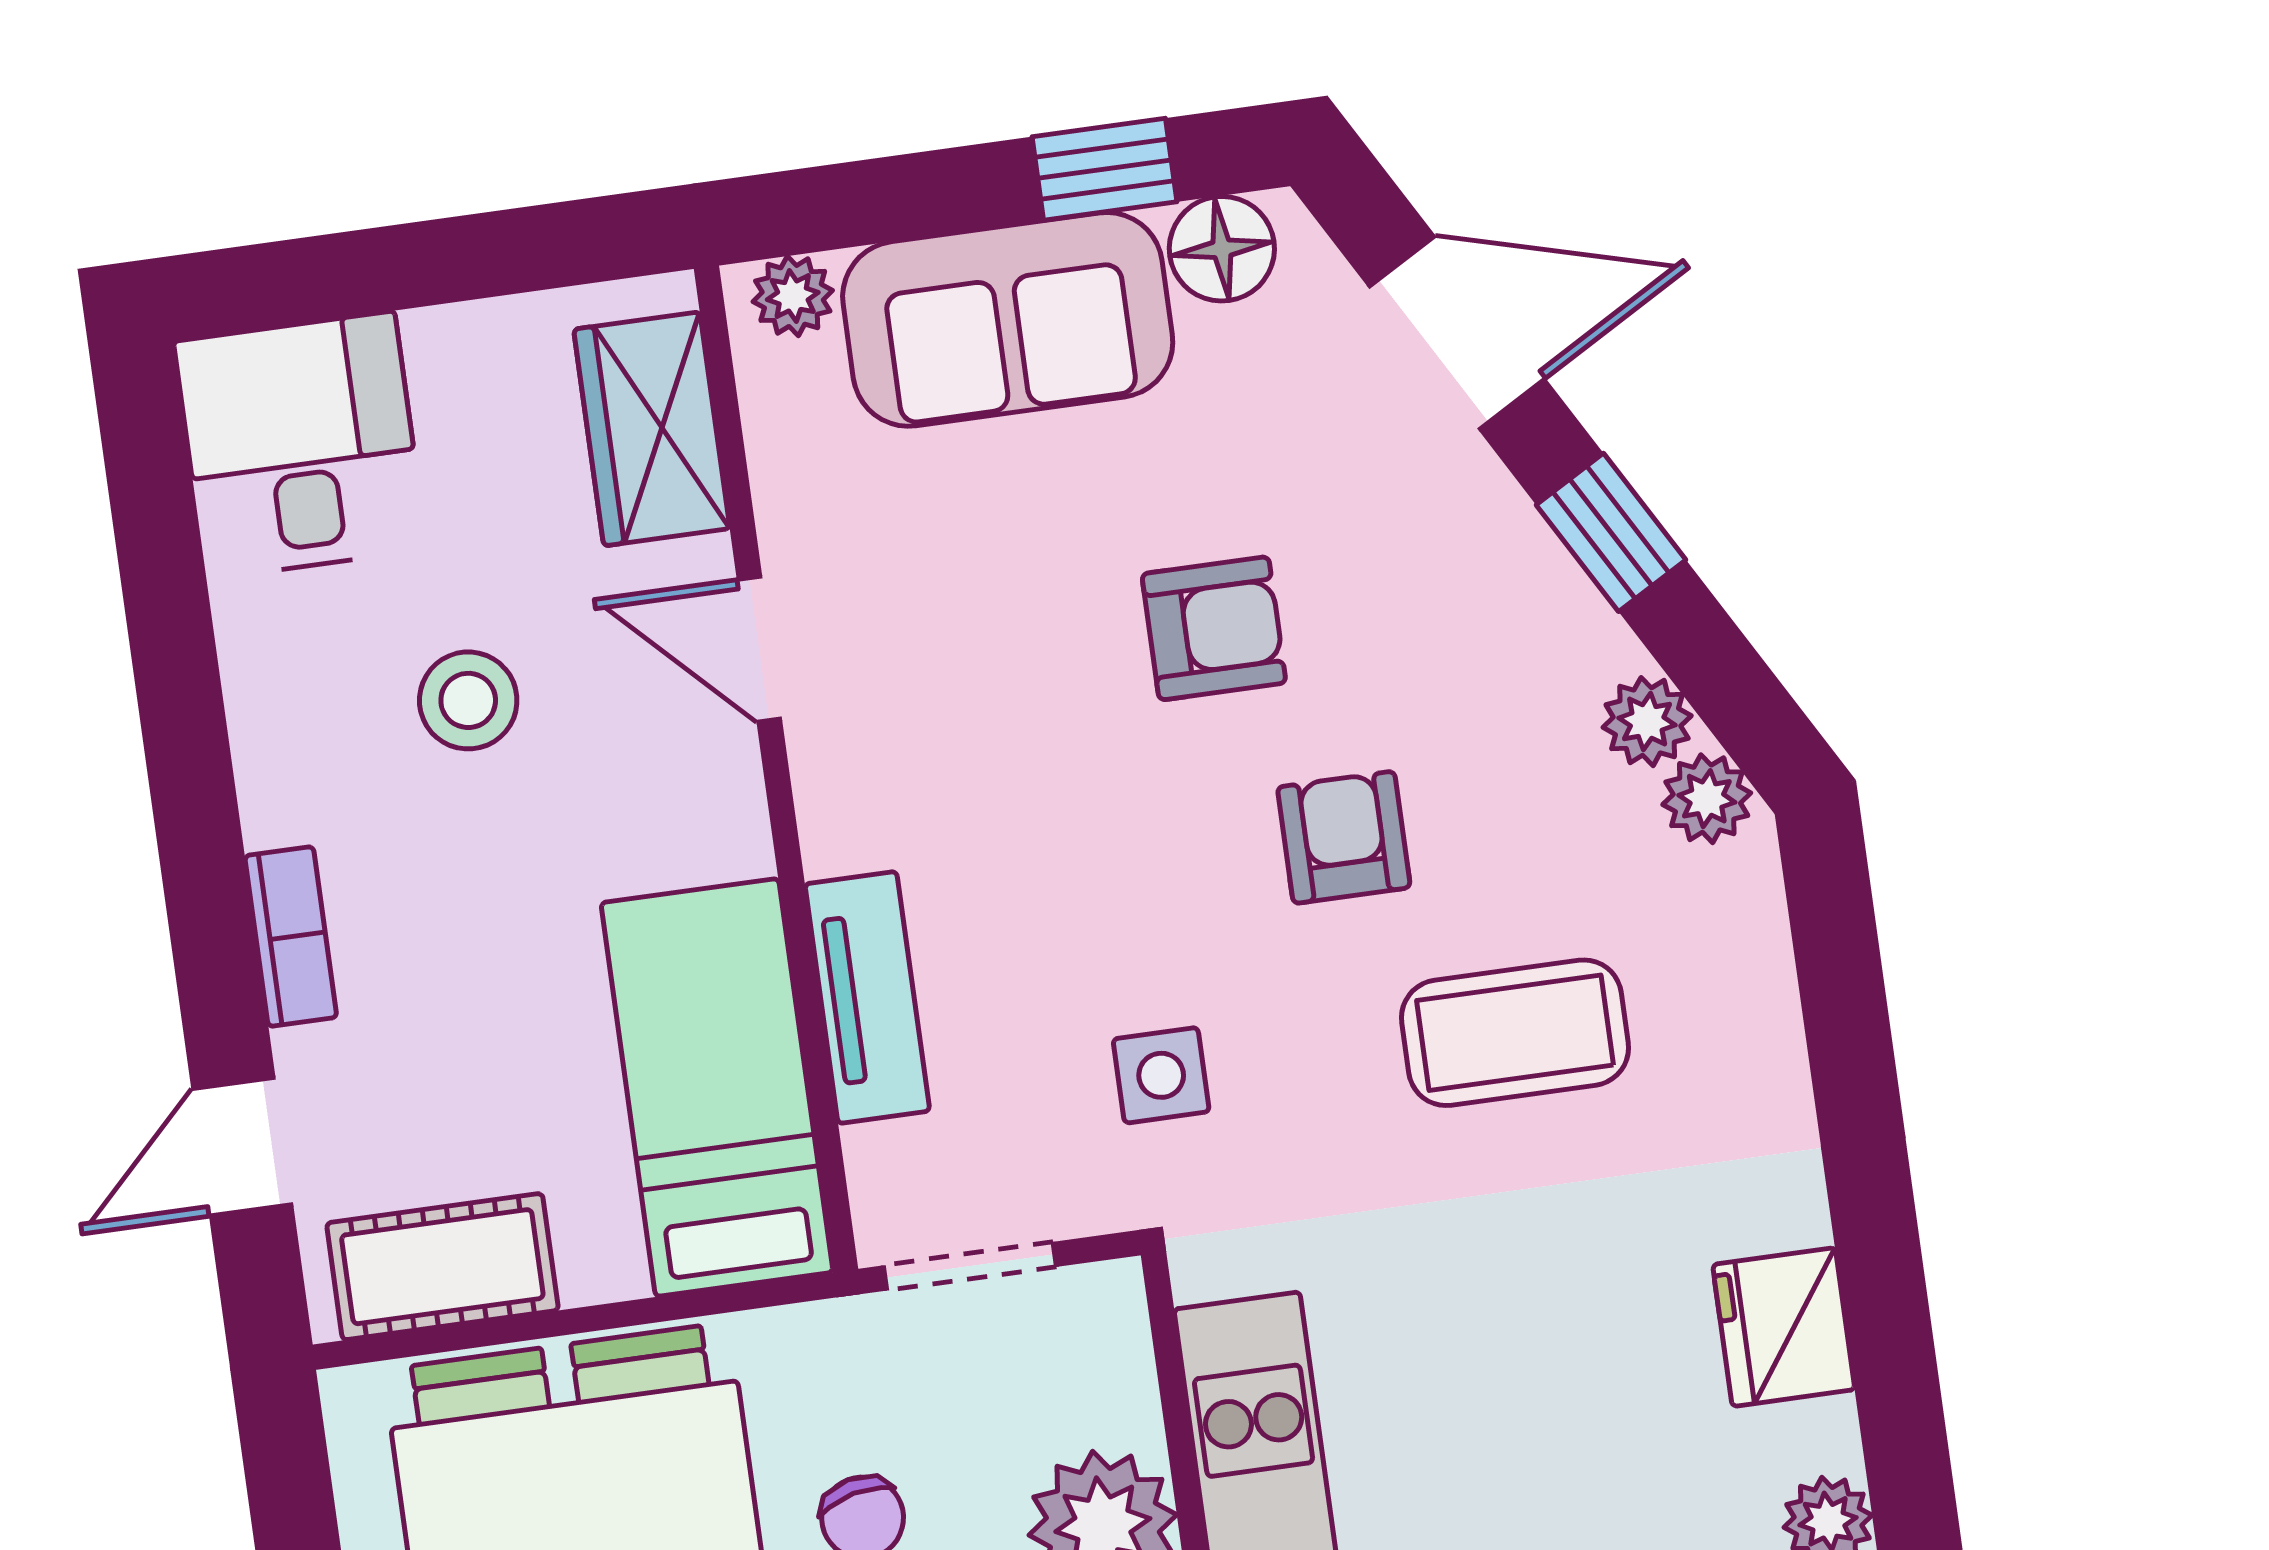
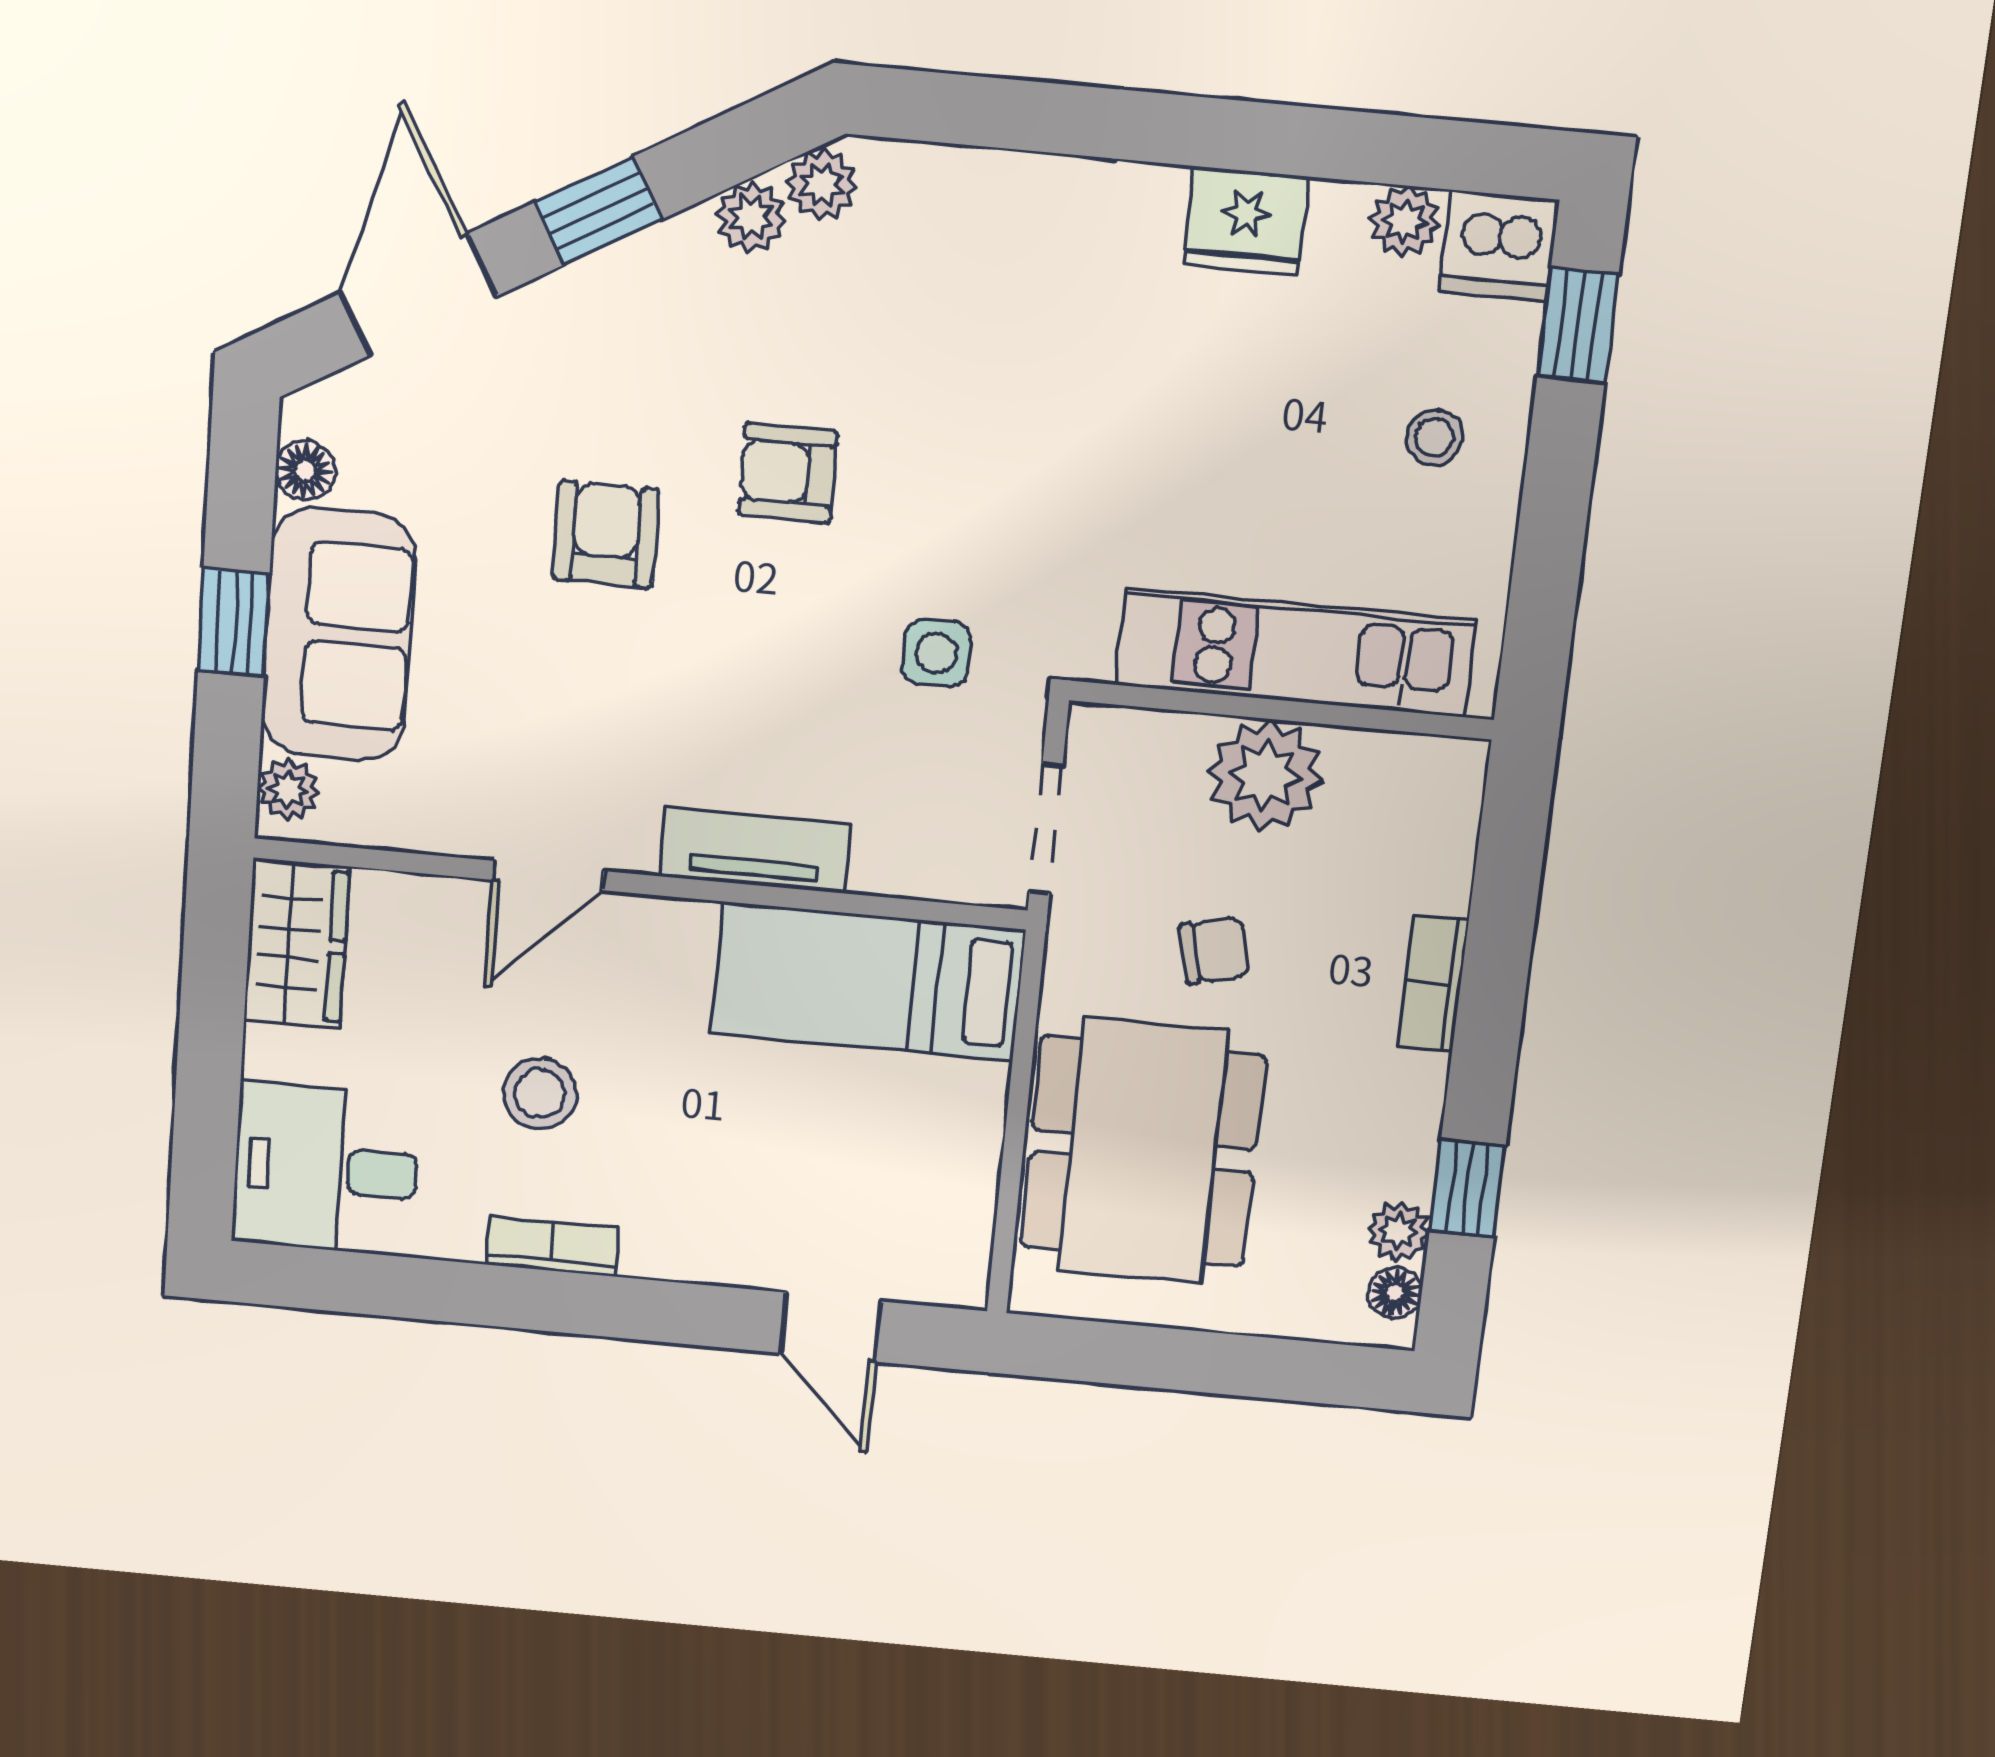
window: (1105, 169) -> (234, 622), moved
floor lamp: (1222, 249) -> (305, 470), width x0.73, depth x0.73
wardrobe: (652, 429) -> (297, 943), moved, turned -90
bookcase: (291, 937) -> (552, 1246), moved
tv unit: (867, 997) -> (755, 850), moved
coffee table: (1515, 1033) -> (968, 377), removed
cot: (442, 1267) -> (953, 1208), removed

